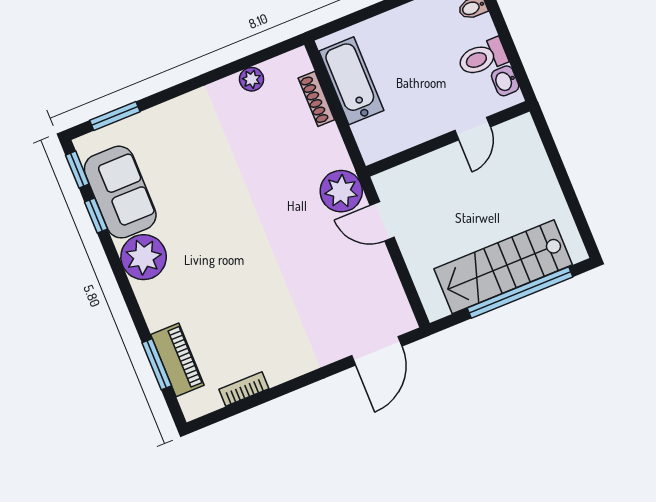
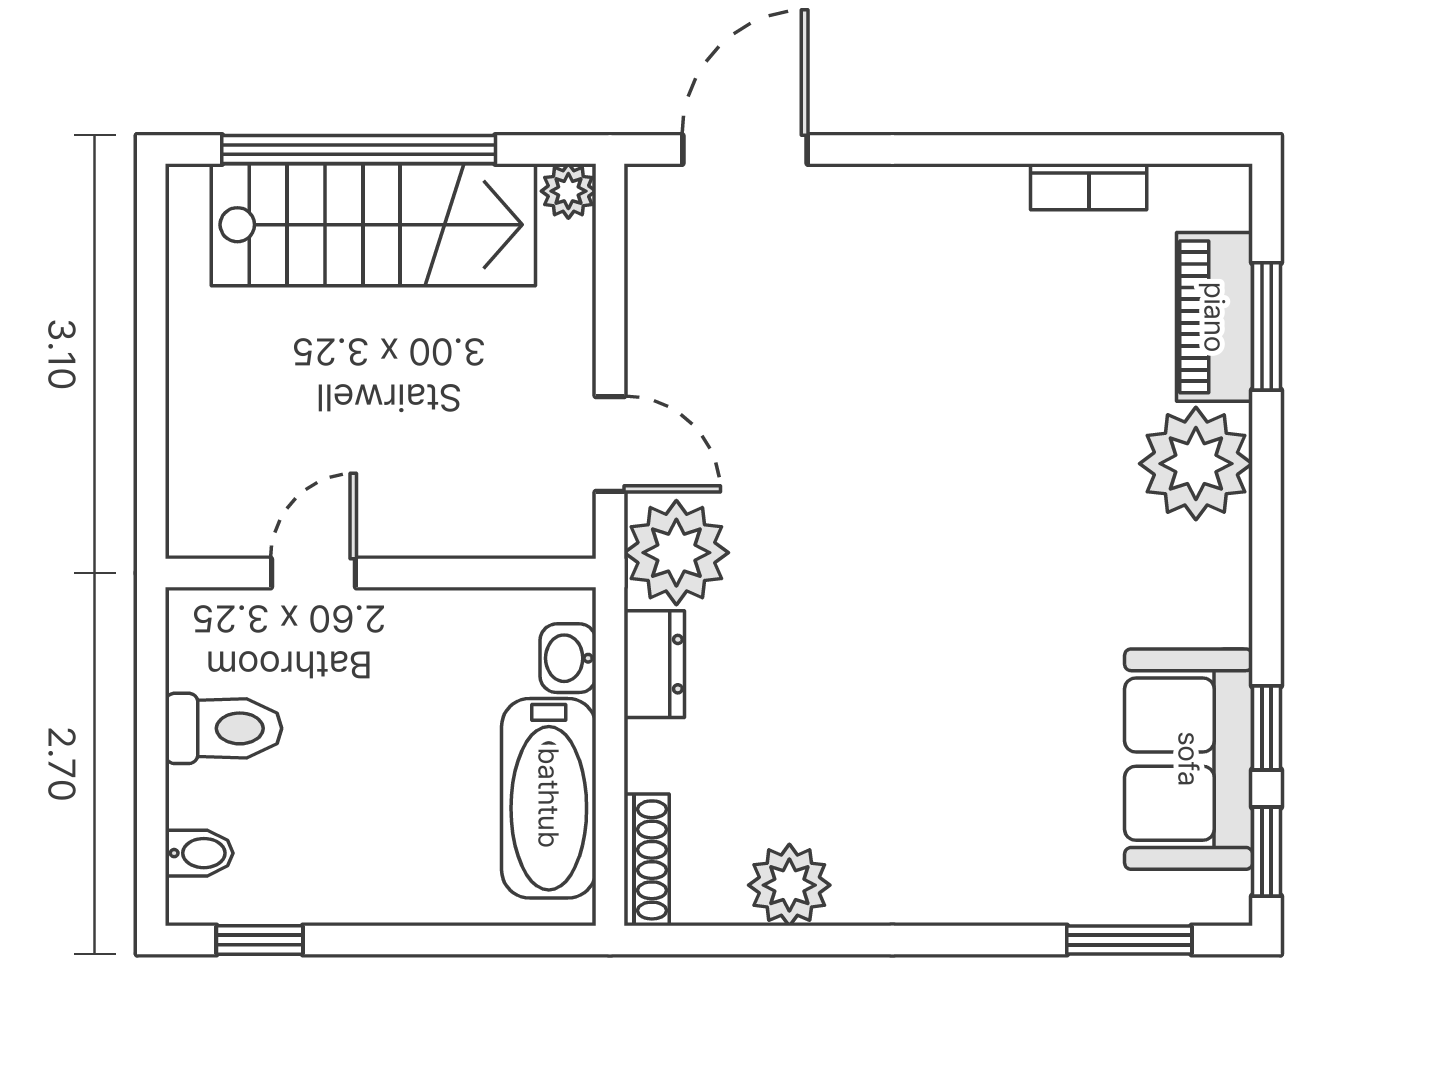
plant: (252, 79) -> (789, 885), width x1.38, depth x1.38
washbasin: (505, 81) -> (568, 658), moved, turned 180
shoe rack: (316, 99) -> (647, 860), moved
dresser: (333, 146) -> (654, 664), added
plant: (144, 257) -> (1196, 464), moved
plant: (436, 309) -> (568, 191), added

